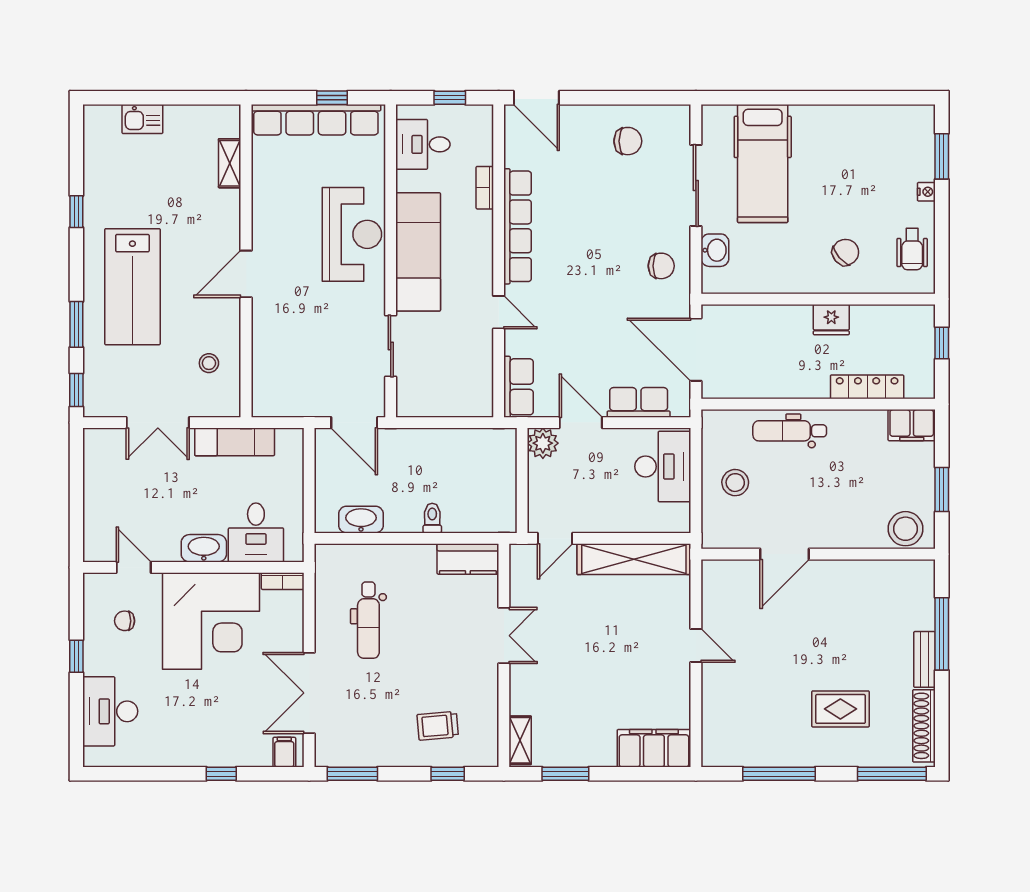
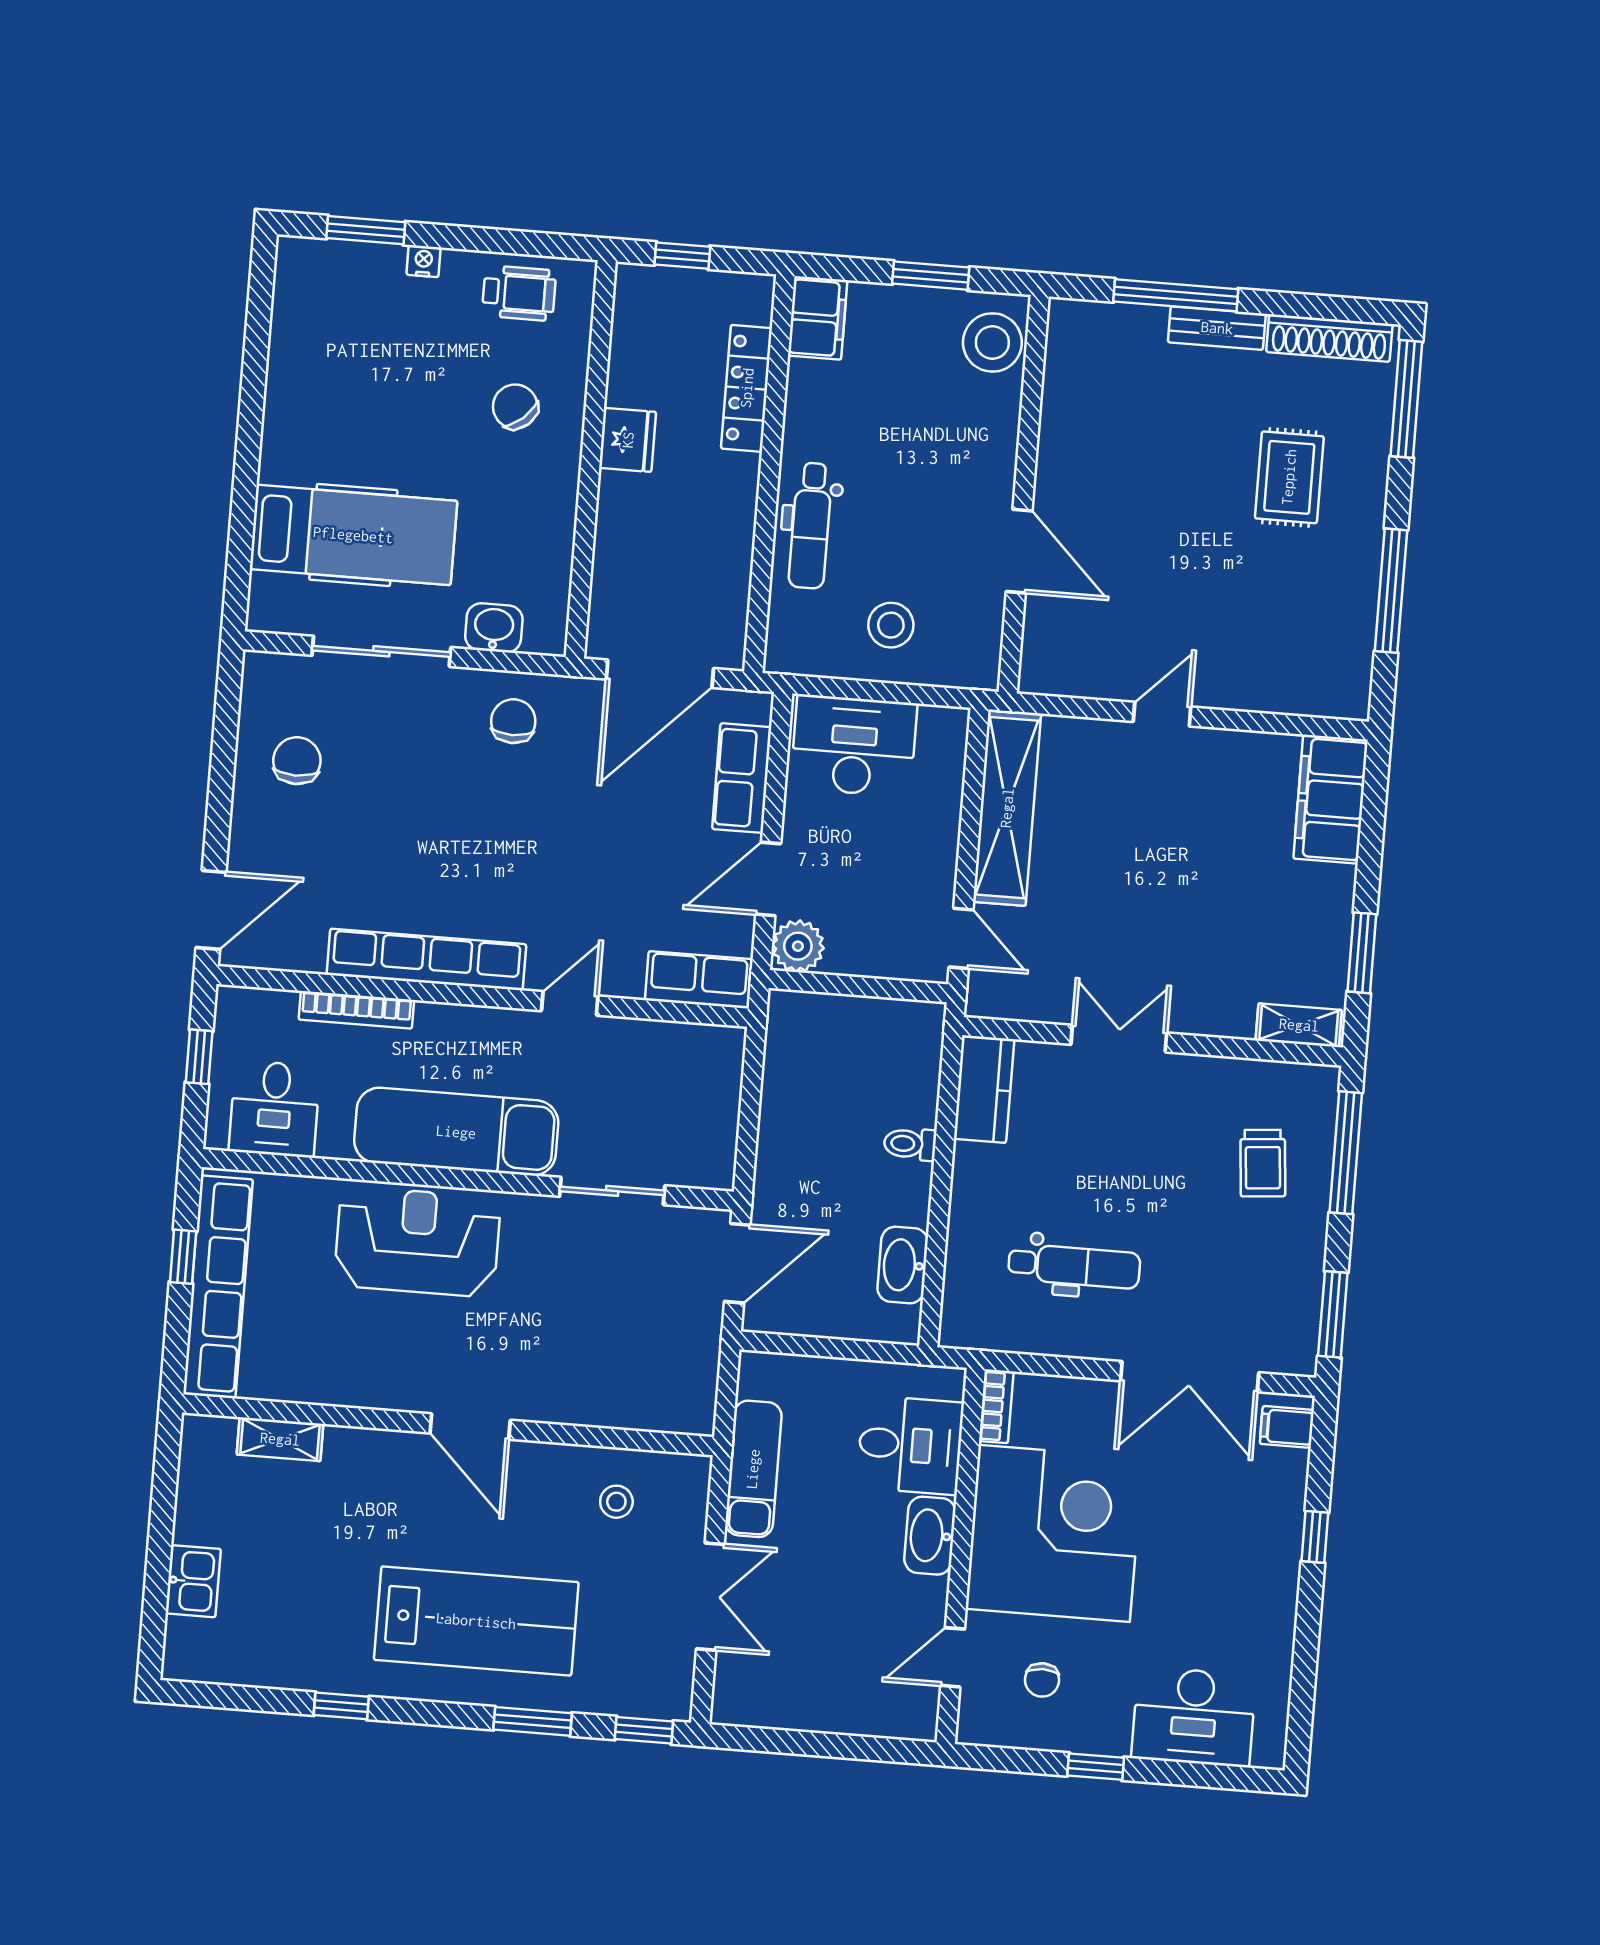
bookcase: (485, 188) -> (356, 1010), width x1.56
window: (448, 774) -> (1346, 1153), width x2.17

